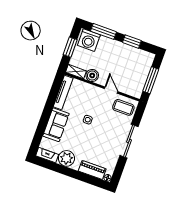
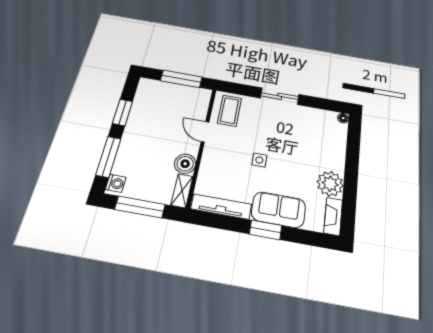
washing machine: (89, 40) -> (116, 183), width x0.53, depth x0.53
window: (70, 47) -> (140, 207), width x1.44
door: (111, 90) -> (205, 132), hinge flipped
window: (46, 115) -> (266, 230), added
sliding door: (129, 141) -> (280, 96), width x0.73
piano: (92, 170) -> (338, 142), removed

